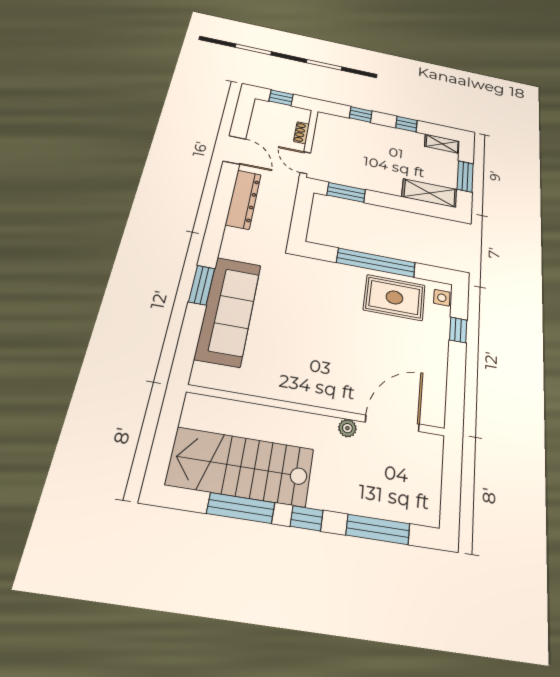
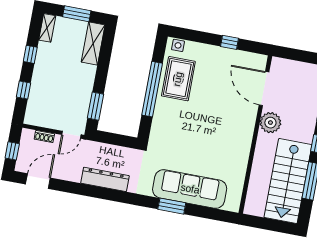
door: (234, 150) -> (38, 181), moved
window: (458, 330) -> (229, 42), moved
plant: (347, 428) -> (270, 123), width x1.87, depth x1.87

